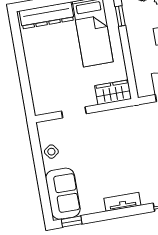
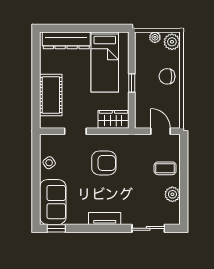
window: (120, 16) -> (132, 83), moved
cot: (40, 78) -> (51, 95), added
armchair: (111, 141) -> (104, 163), added

